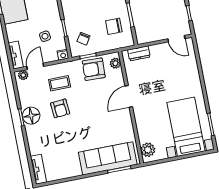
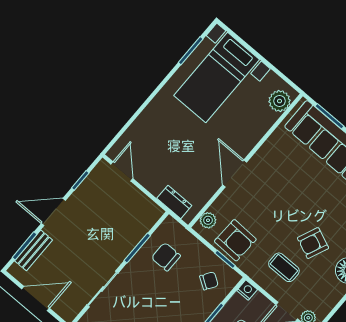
chair: (114, 26) -> (166, 257), turned 180
door: (129, 96) -> (235, 174), swing flipped
armchair: (60, 108) -> (313, 243), turned -152

